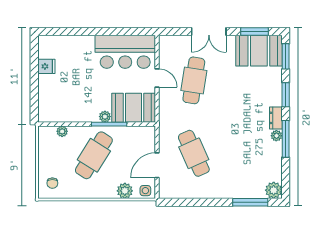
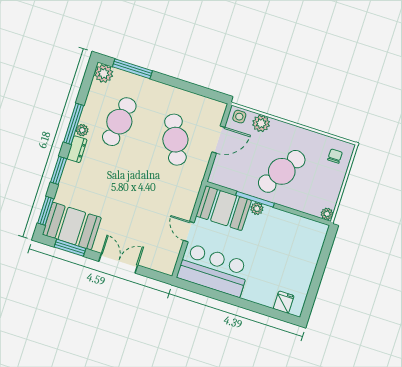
fridge: (46, 66) -> (284, 302), moved, turned 90
cafe table: (194, 80) -> (119, 122), moved
plant: (62, 131) -> (327, 214), moved

